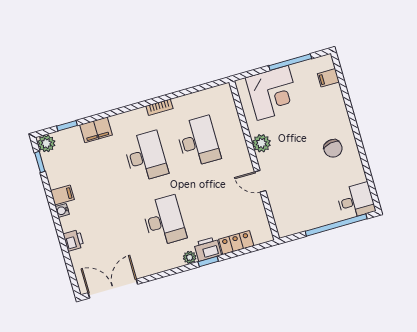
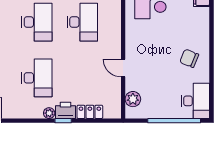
plant: (261, 143) -> (133, 99), moved
chair: (333, 148) -> (189, 58), turned 123
desk: (356, 201) -> (195, 101), width x1.37

